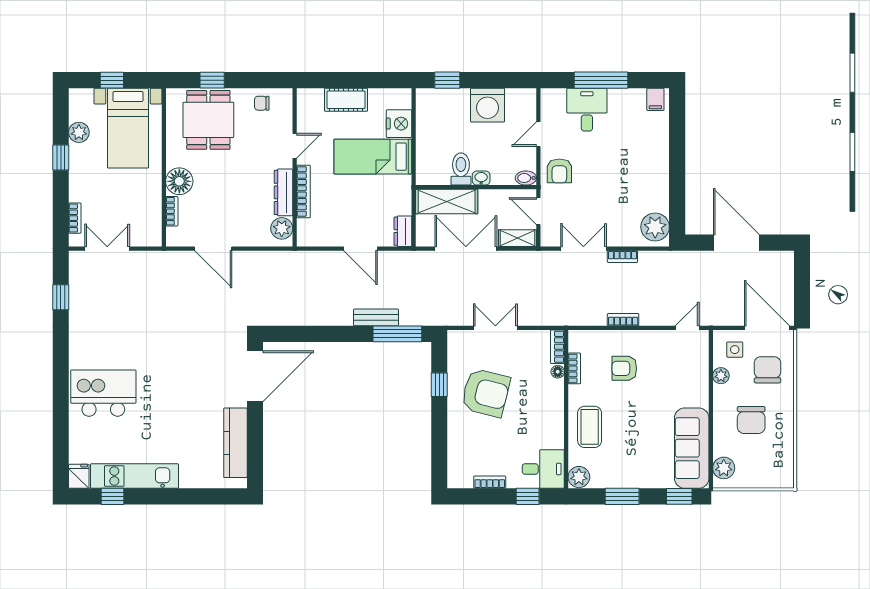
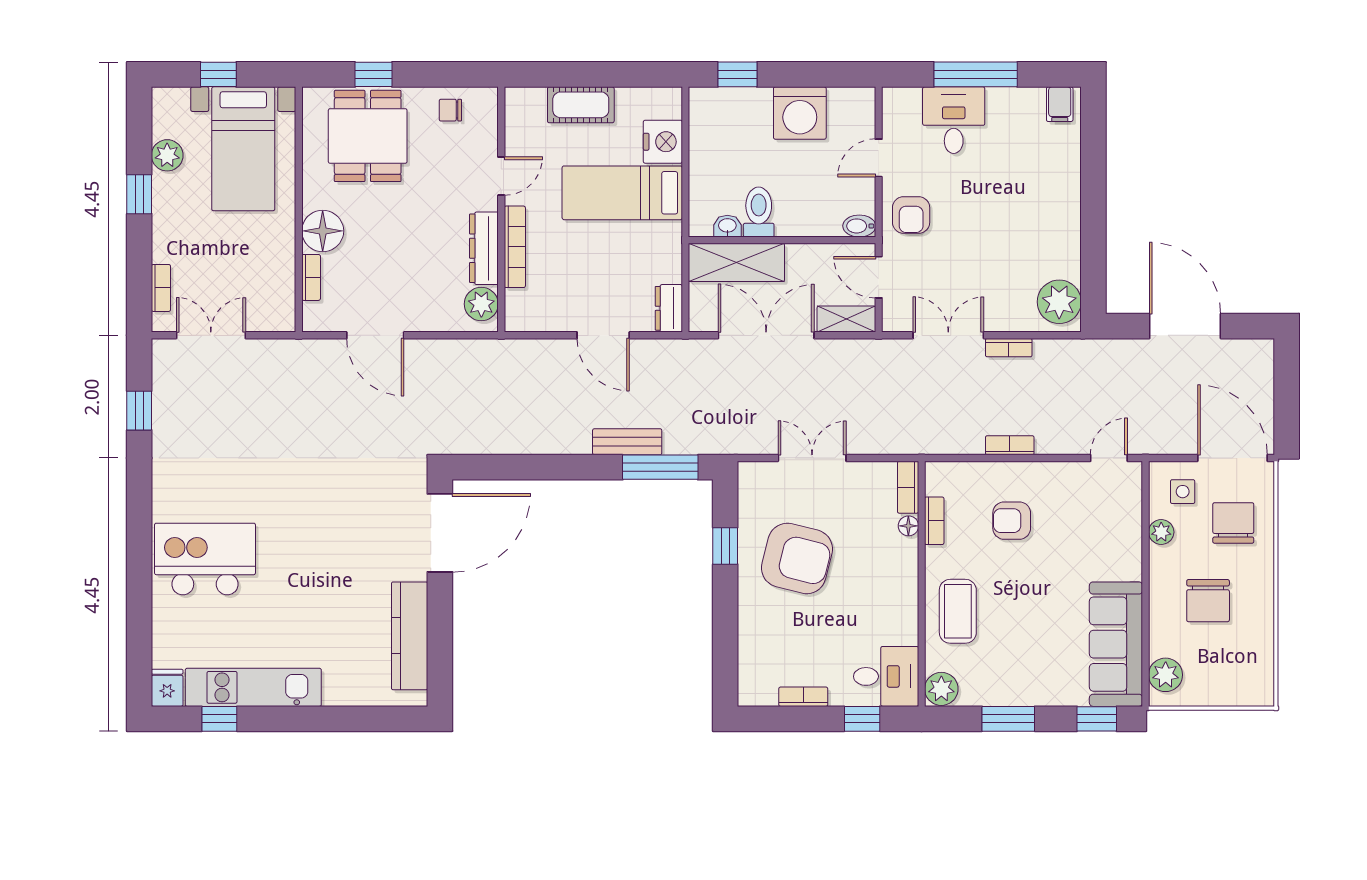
washbasin: (481, 178) -> (727, 226), moved

